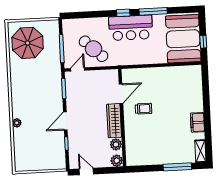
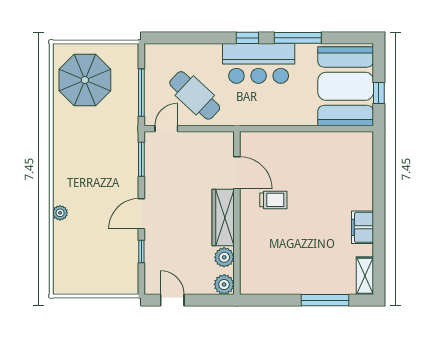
door: (121, 94) -> (237, 173), hinge flipped

